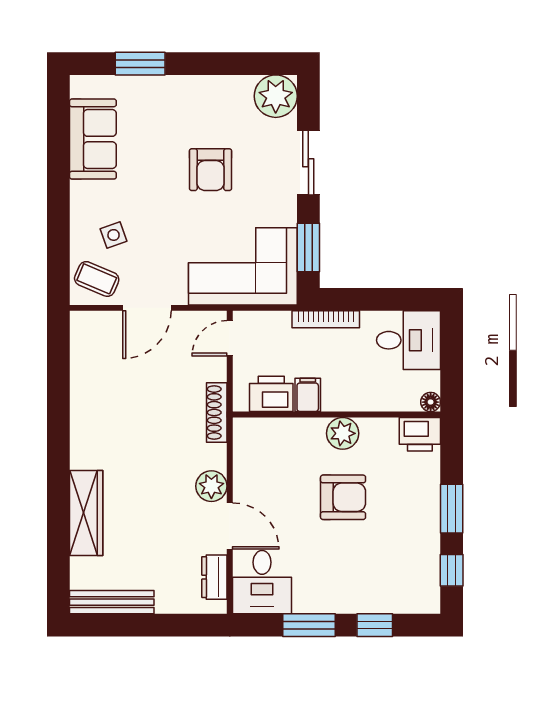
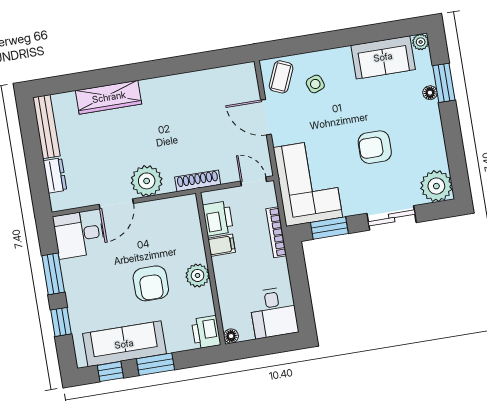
floor lamp: (150, 84) -> (430, 93), added
plant: (81, 86) -> (421, 42), added
bookcase: (326, 319) -> (276, 232), moved
plant: (211, 486) -> (147, 181), width x1.36, depth x1.36
sofa: (418, 545) -> (124, 344), added
dresser: (214, 577) -> (55, 175), moved, turned 90

